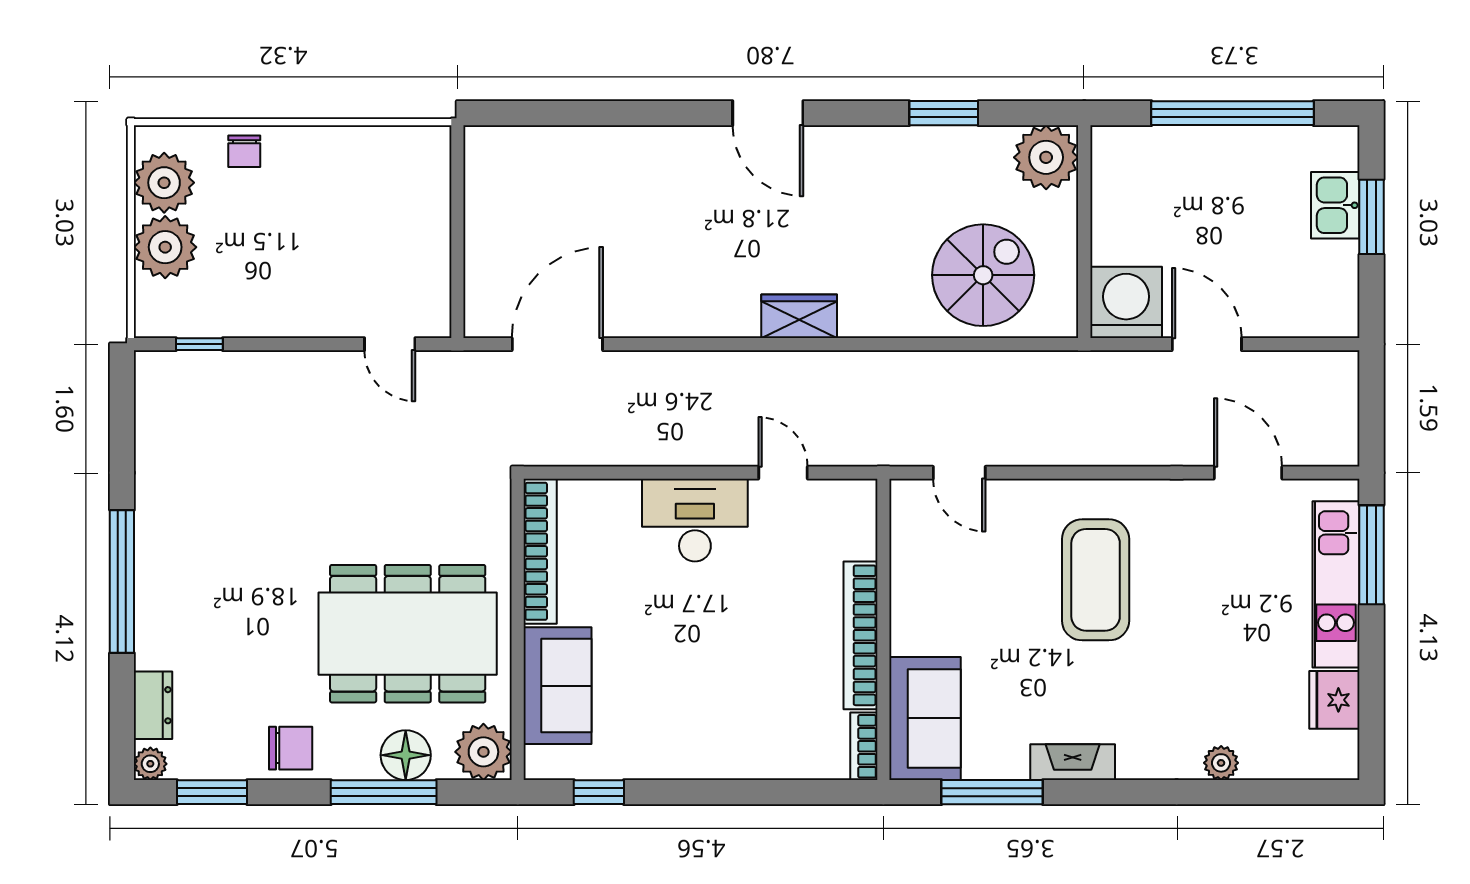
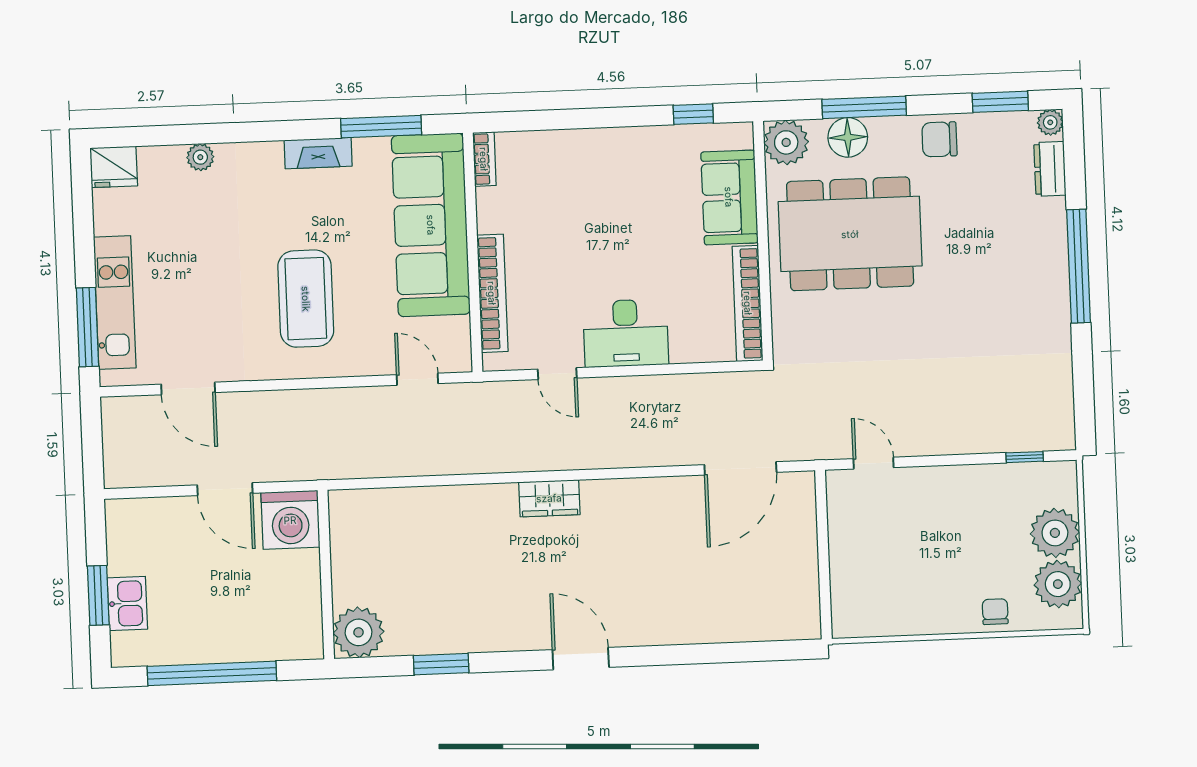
spiral stairs: (983, 275) -> (405, 537), removed
bookcase: (861, 635) -> (492, 293), moved
fridge: (1334, 700) -> (114, 167), moved, turned 90
sofa: (925, 718) -> (431, 225), width x1.85, depth x1.27

